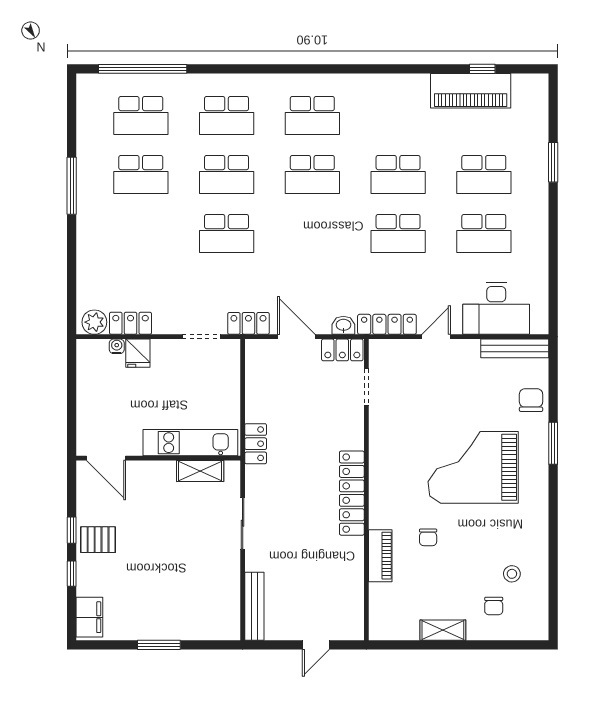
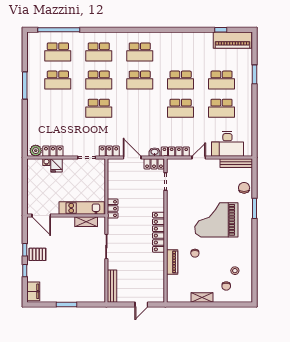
piano: (471, 91) -> (233, 40), moved

